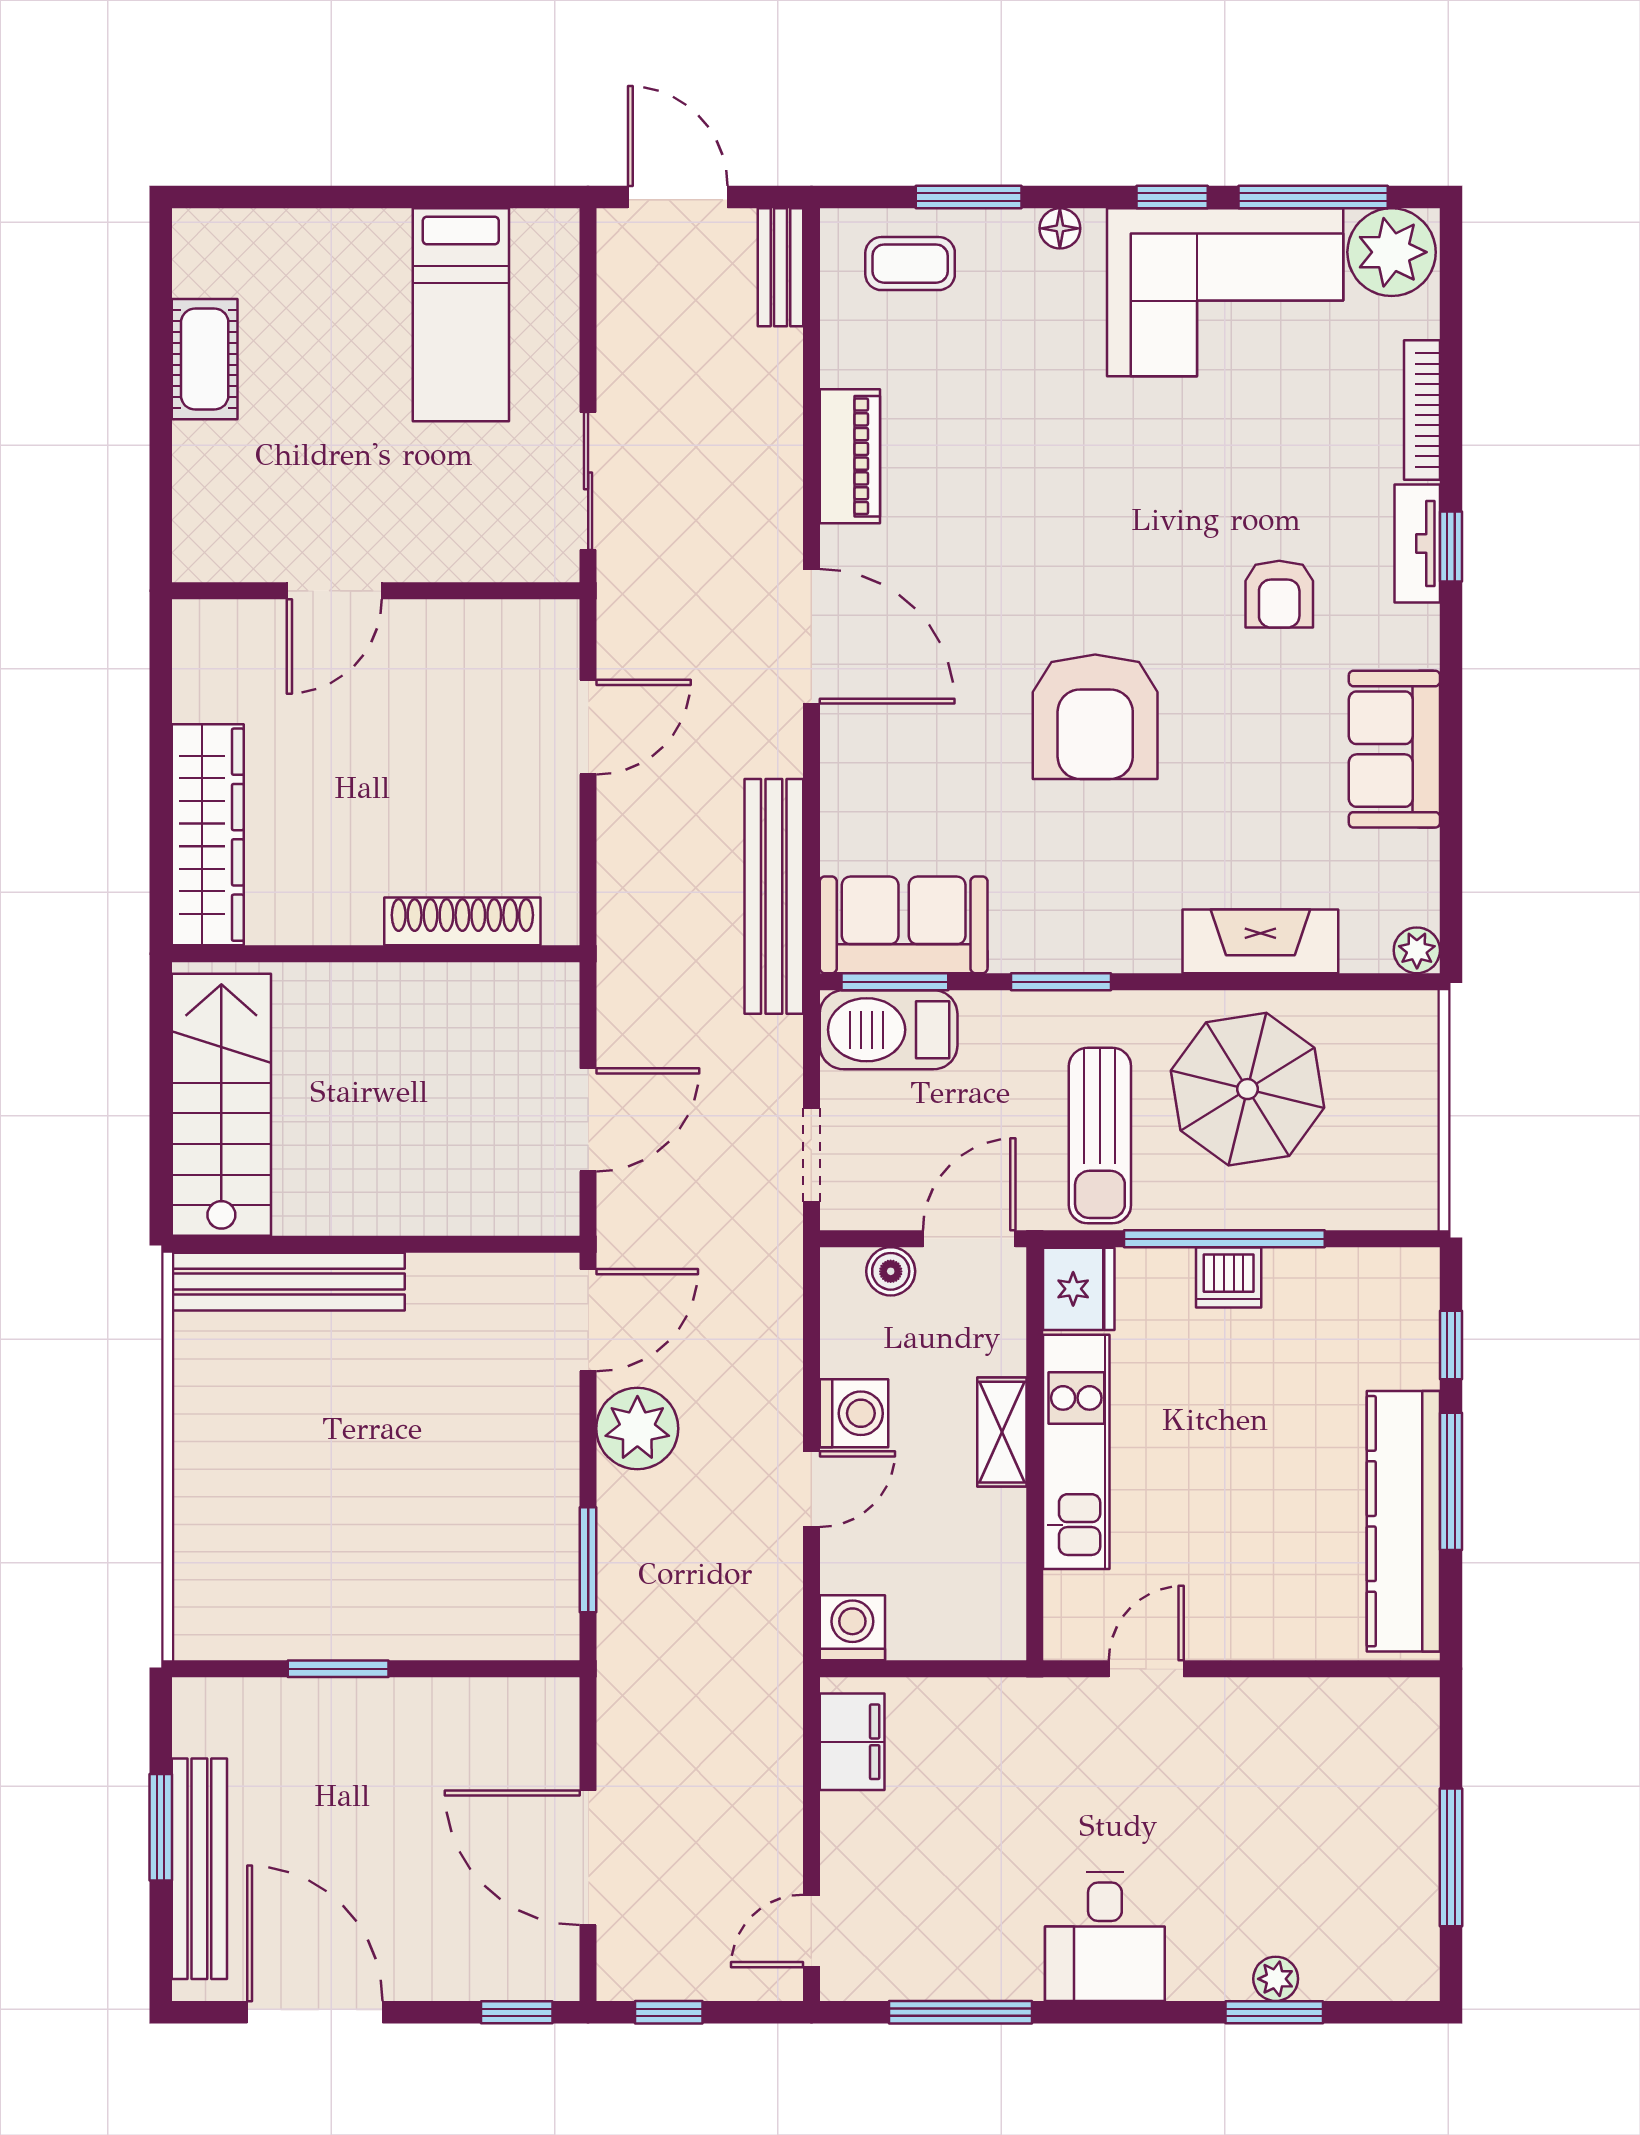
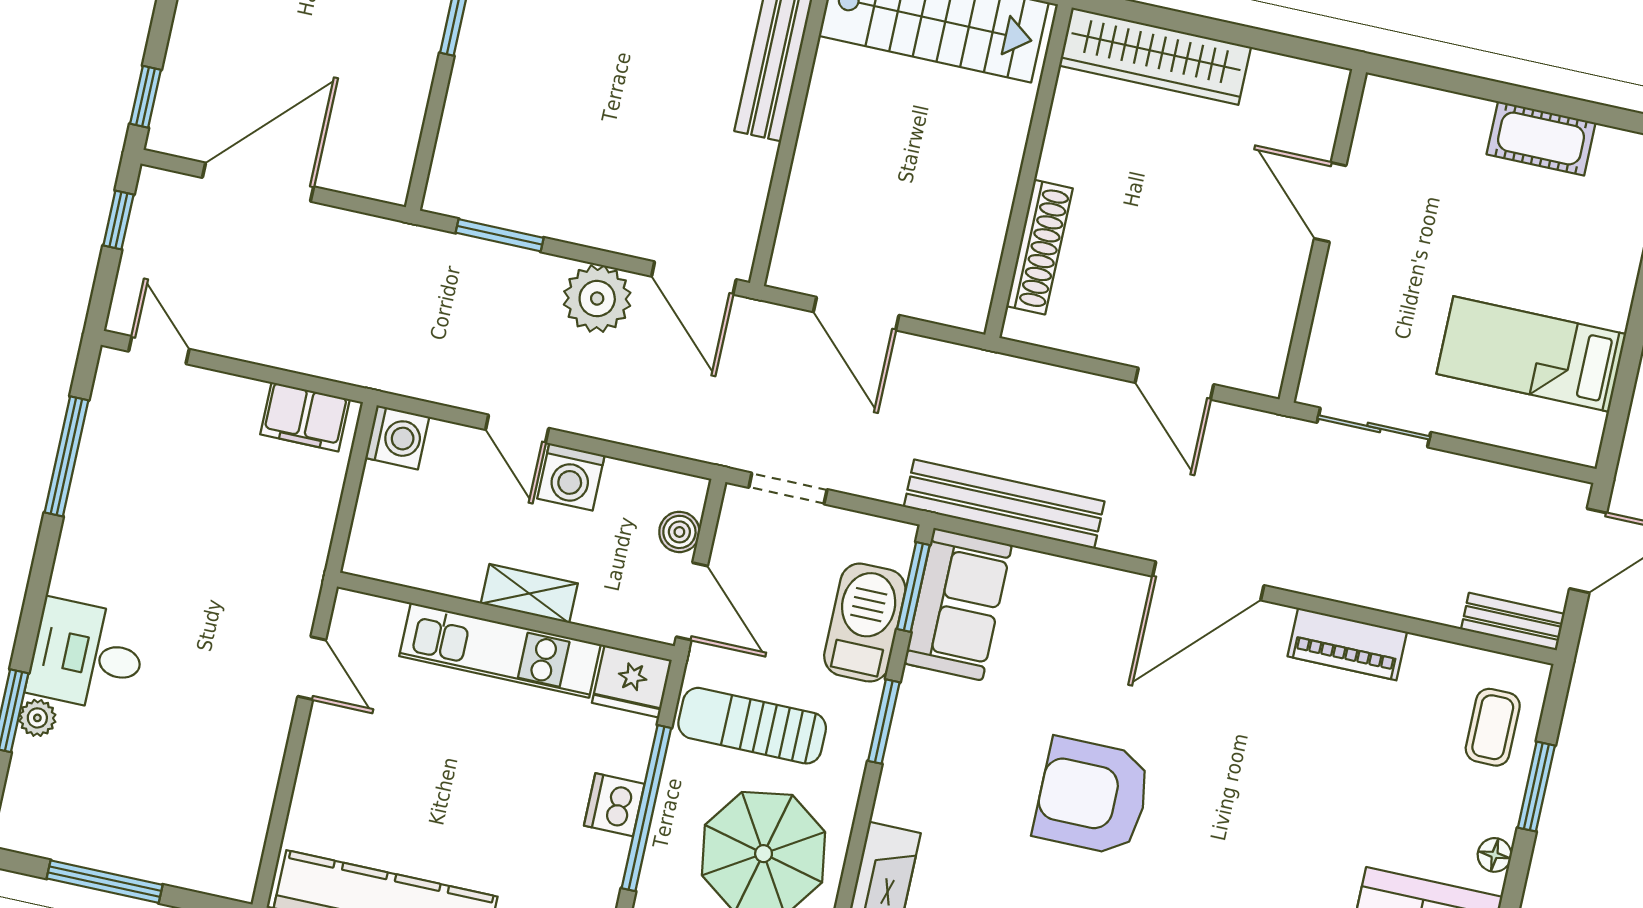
barbecue: (889, 1030) -> (865, 623), moved
desk: (1105, 1937) -> (87, 655), moved

